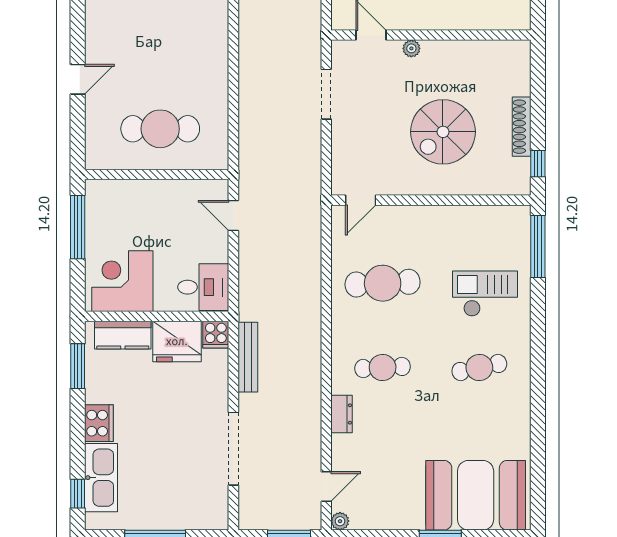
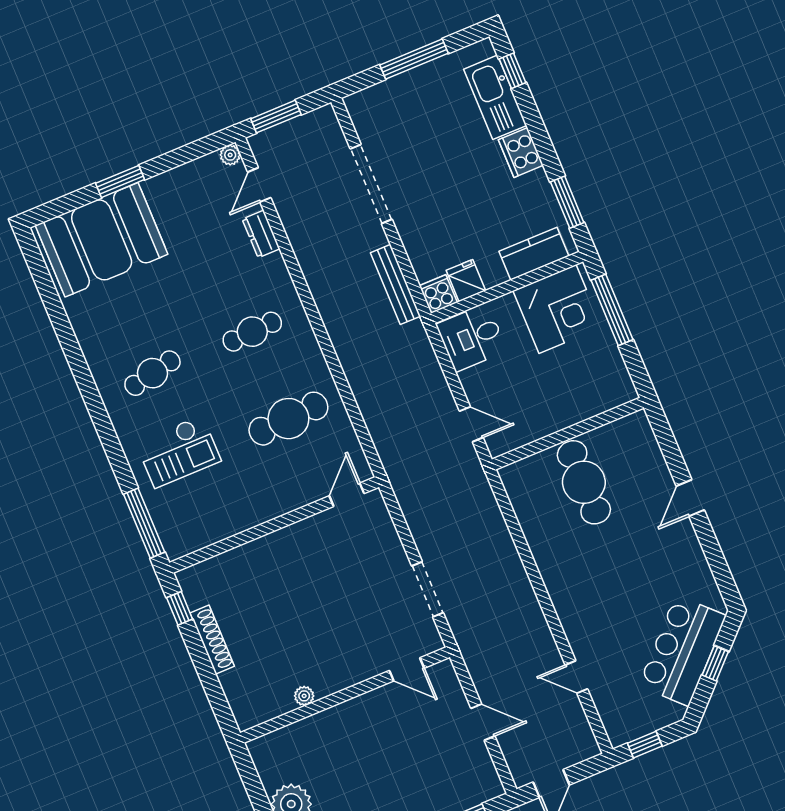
plant: (411, 48) -> (304, 696), moved
cafe table: (160, 129) -> (584, 482), turned 90
spiral stairs: (443, 132) -> (291, 600), removed
window: (78, 227) -> (612, 310), moved
fridge: (177, 341) -> (466, 280), width x0.53, depth x0.75
dresser: (342, 414) -> (261, 234), moved

